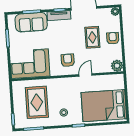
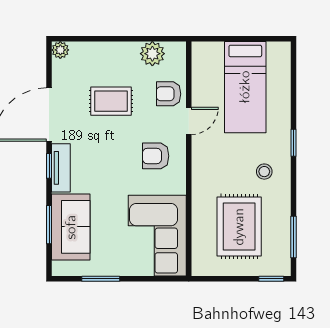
armchair: (113, 38) -> (169, 94), moved
plant: (117, 66) -> (152, 54), moved
door: (85, 75) -> (189, 121), swing flipped
rug: (37, 102) -> (239, 227), turned 90
bed: (104, 106) -> (245, 87), width x0.67

